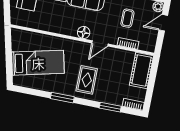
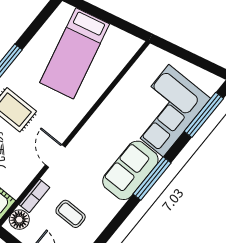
floor lamp: (84, 32) -> (19, 220), moved

